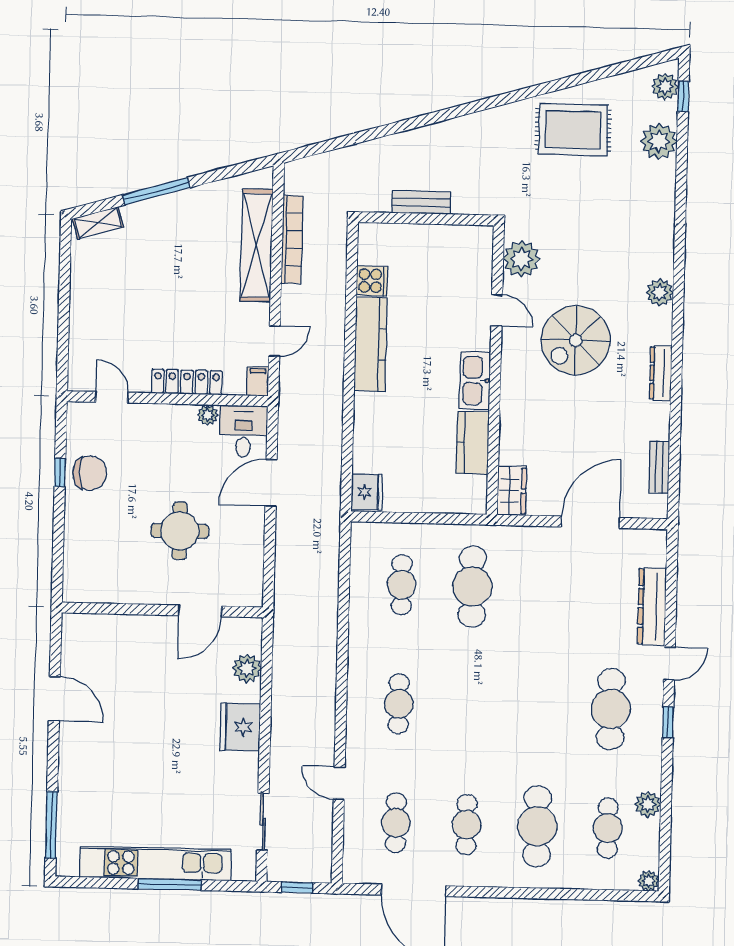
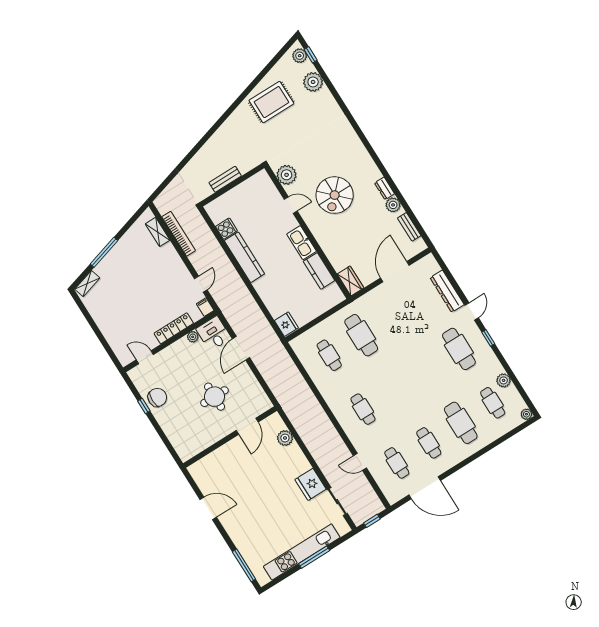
shelving: (257, 245) -> (158, 232), width x0.45, depth x0.75
plant: (660, 292) -> (393, 205), moved
dresser: (661, 373) -> (385, 188), width x0.70
fridge: (240, 727) -> (311, 484), moved

